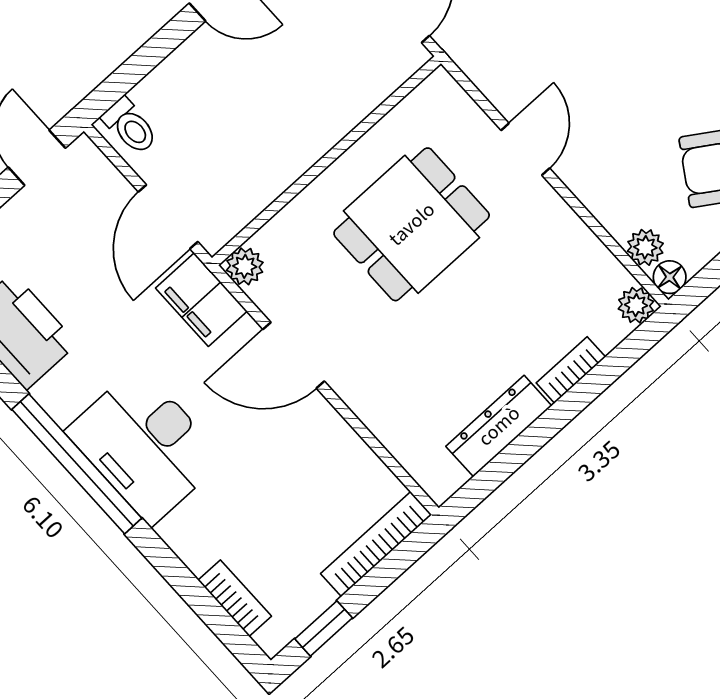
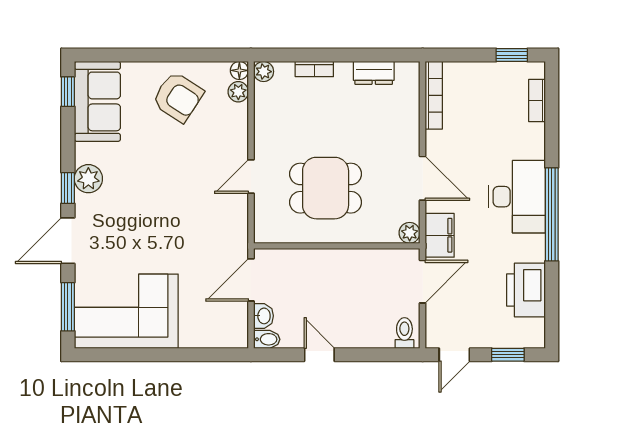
dresser: (499, 426) -> (374, 73), width x0.70
bookcase: (376, 544) -> (434, 95), moved, turned -90

